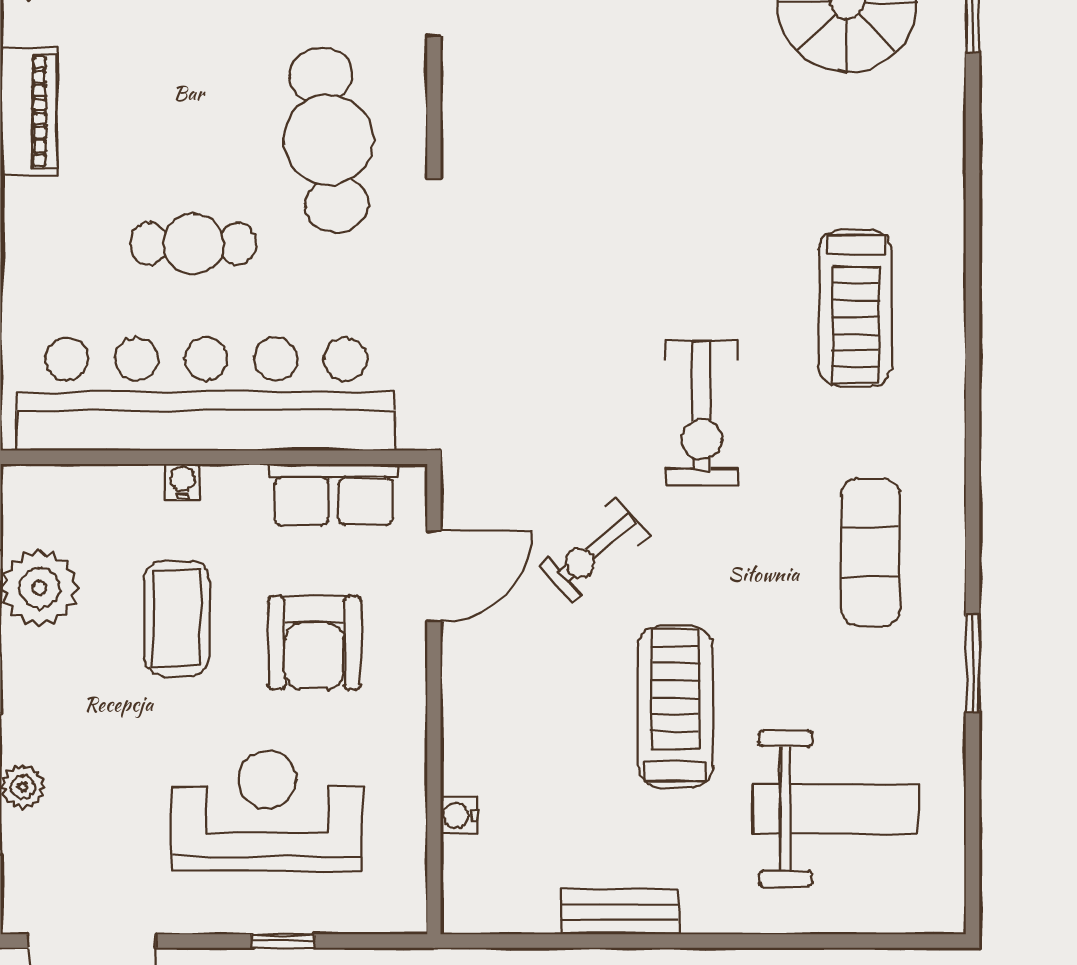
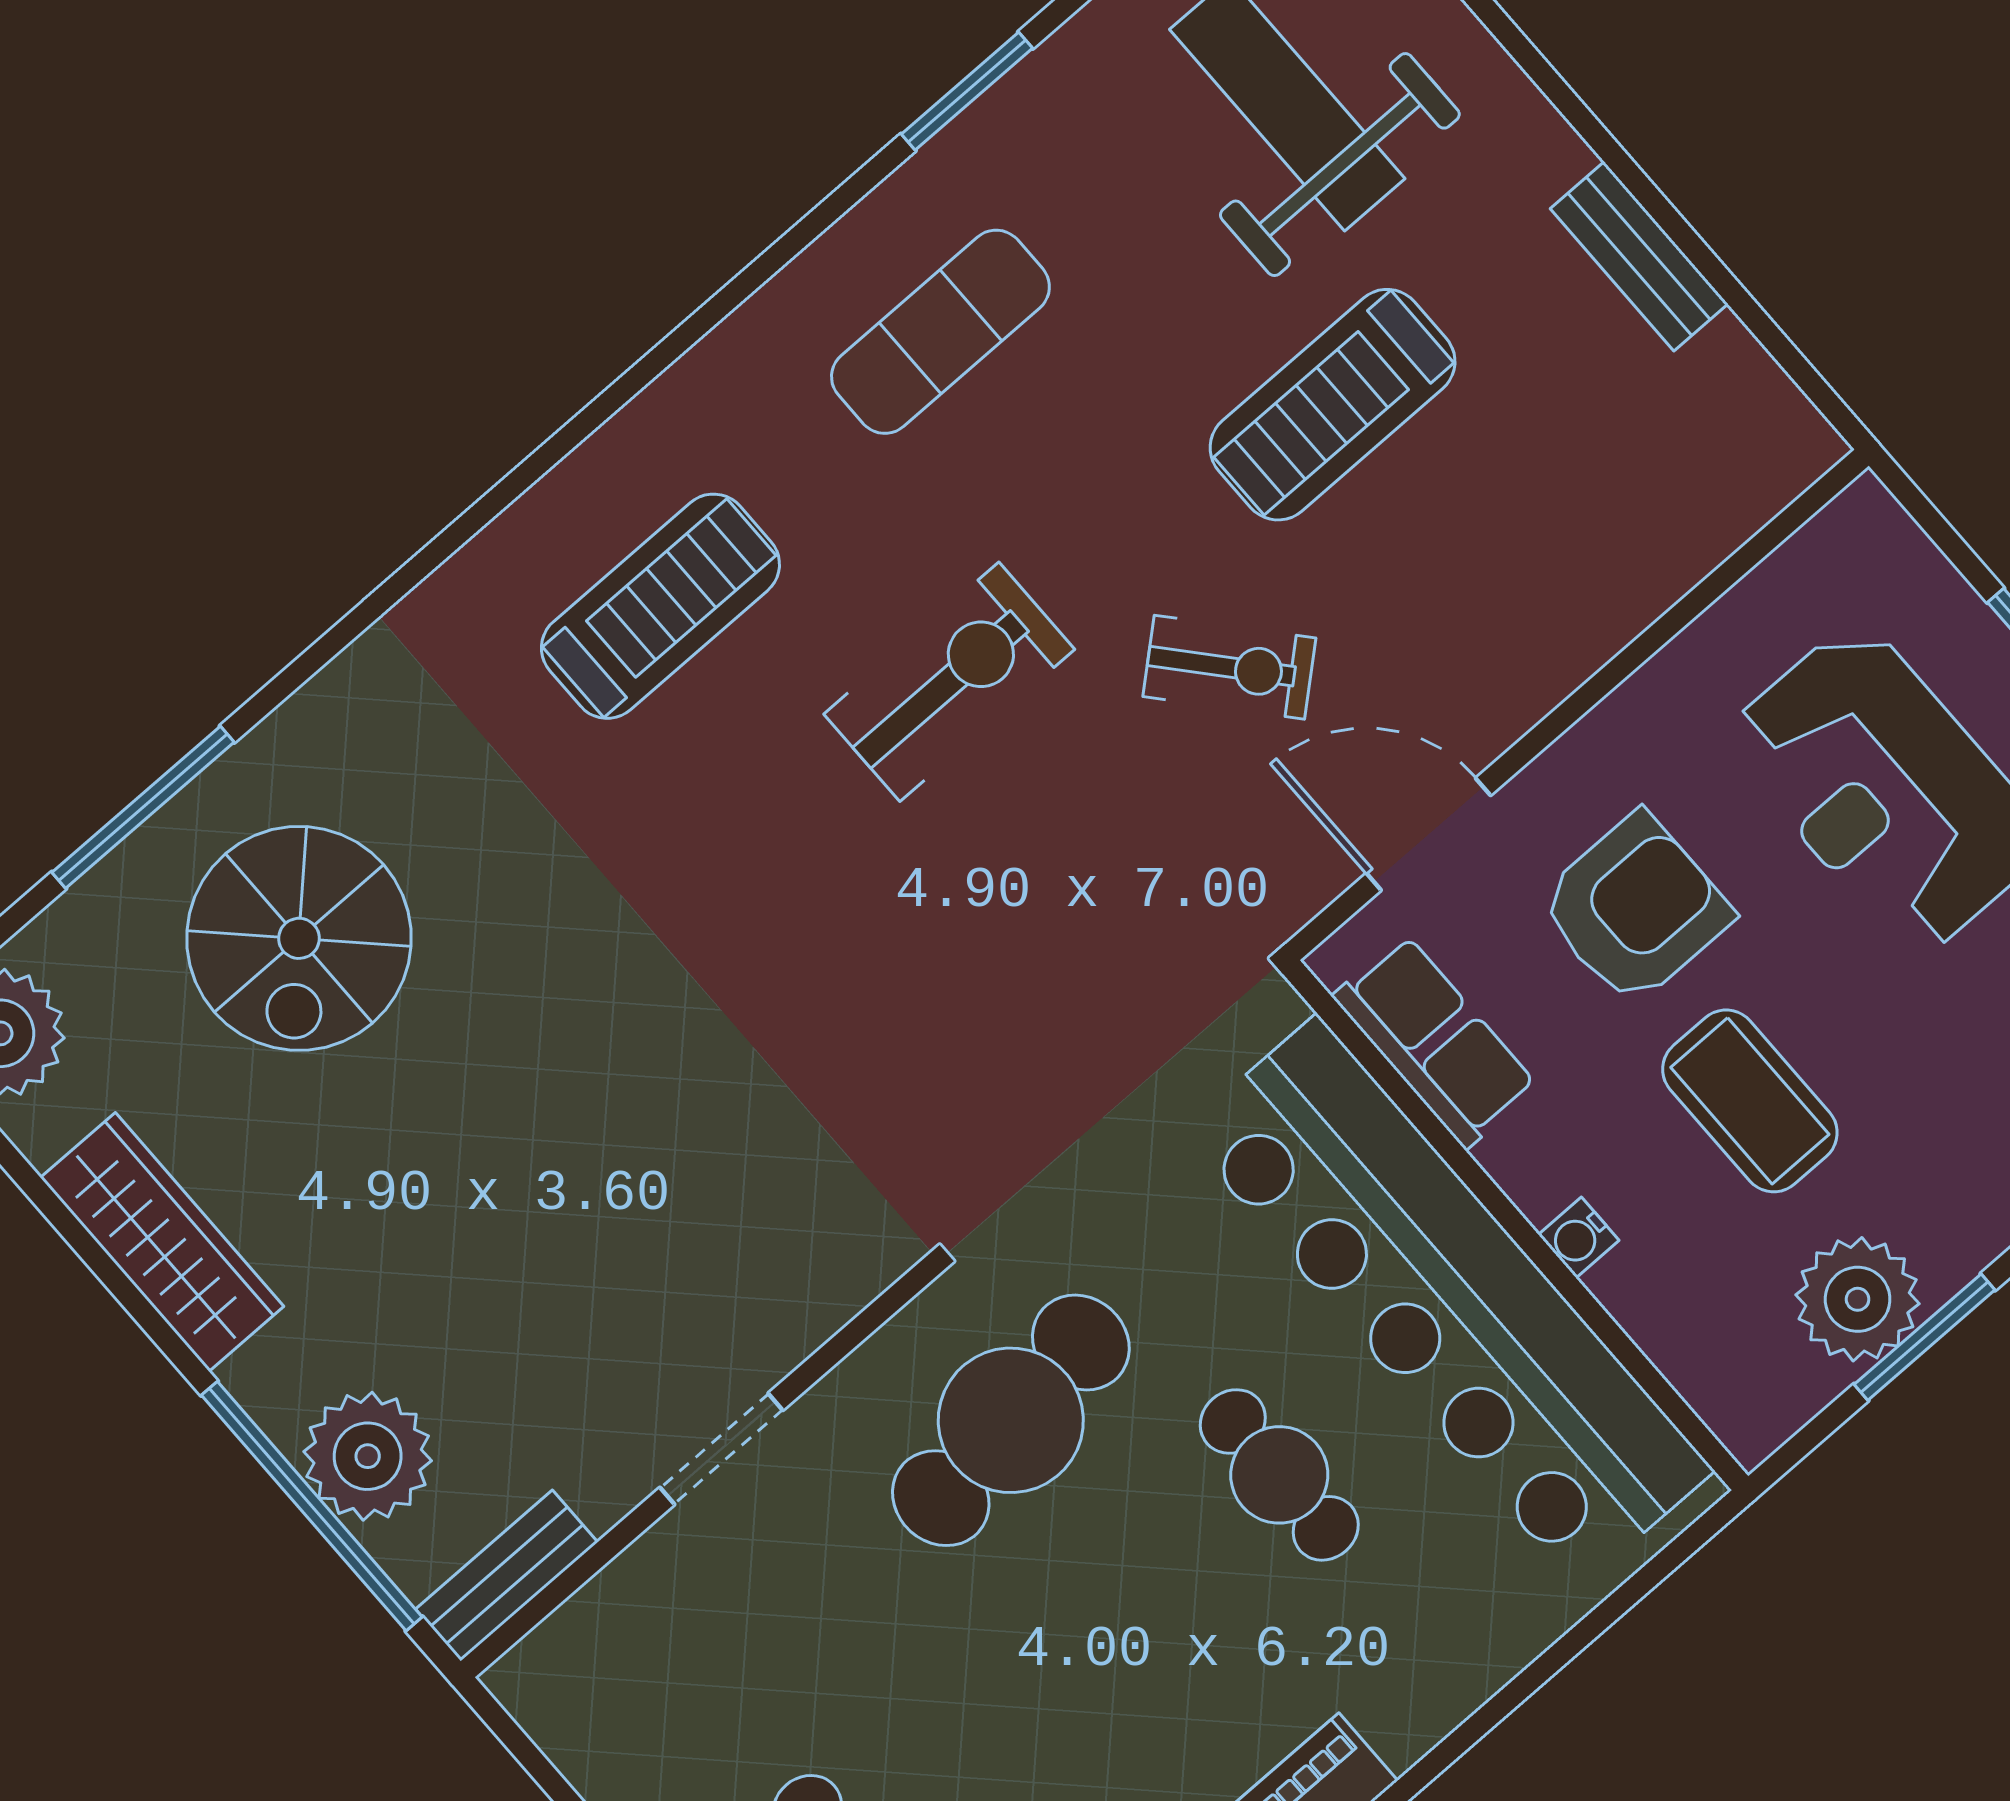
coffee table: (177, 618) -> (1750, 1101), turned 90
water cooler: (459, 816) -> (1692, 552), removed

